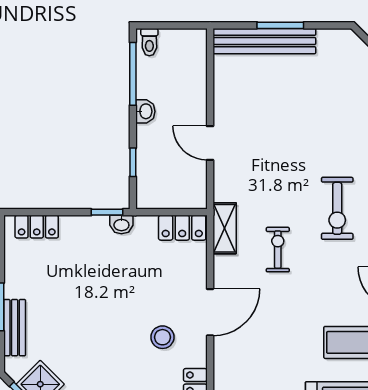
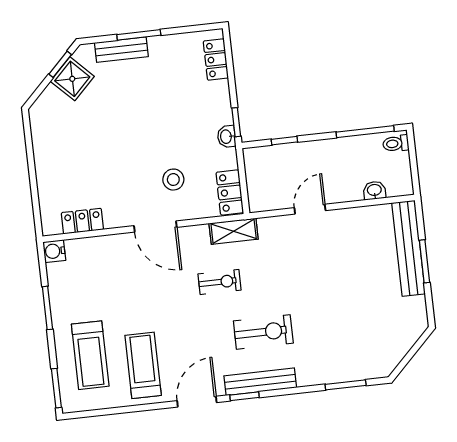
washbasin: (145, 111) -> (374, 190), moved, turned 180
exercise bike: (337, 208) -> (263, 332), turned 180
stool: (162, 337) -> (173, 180), moved

